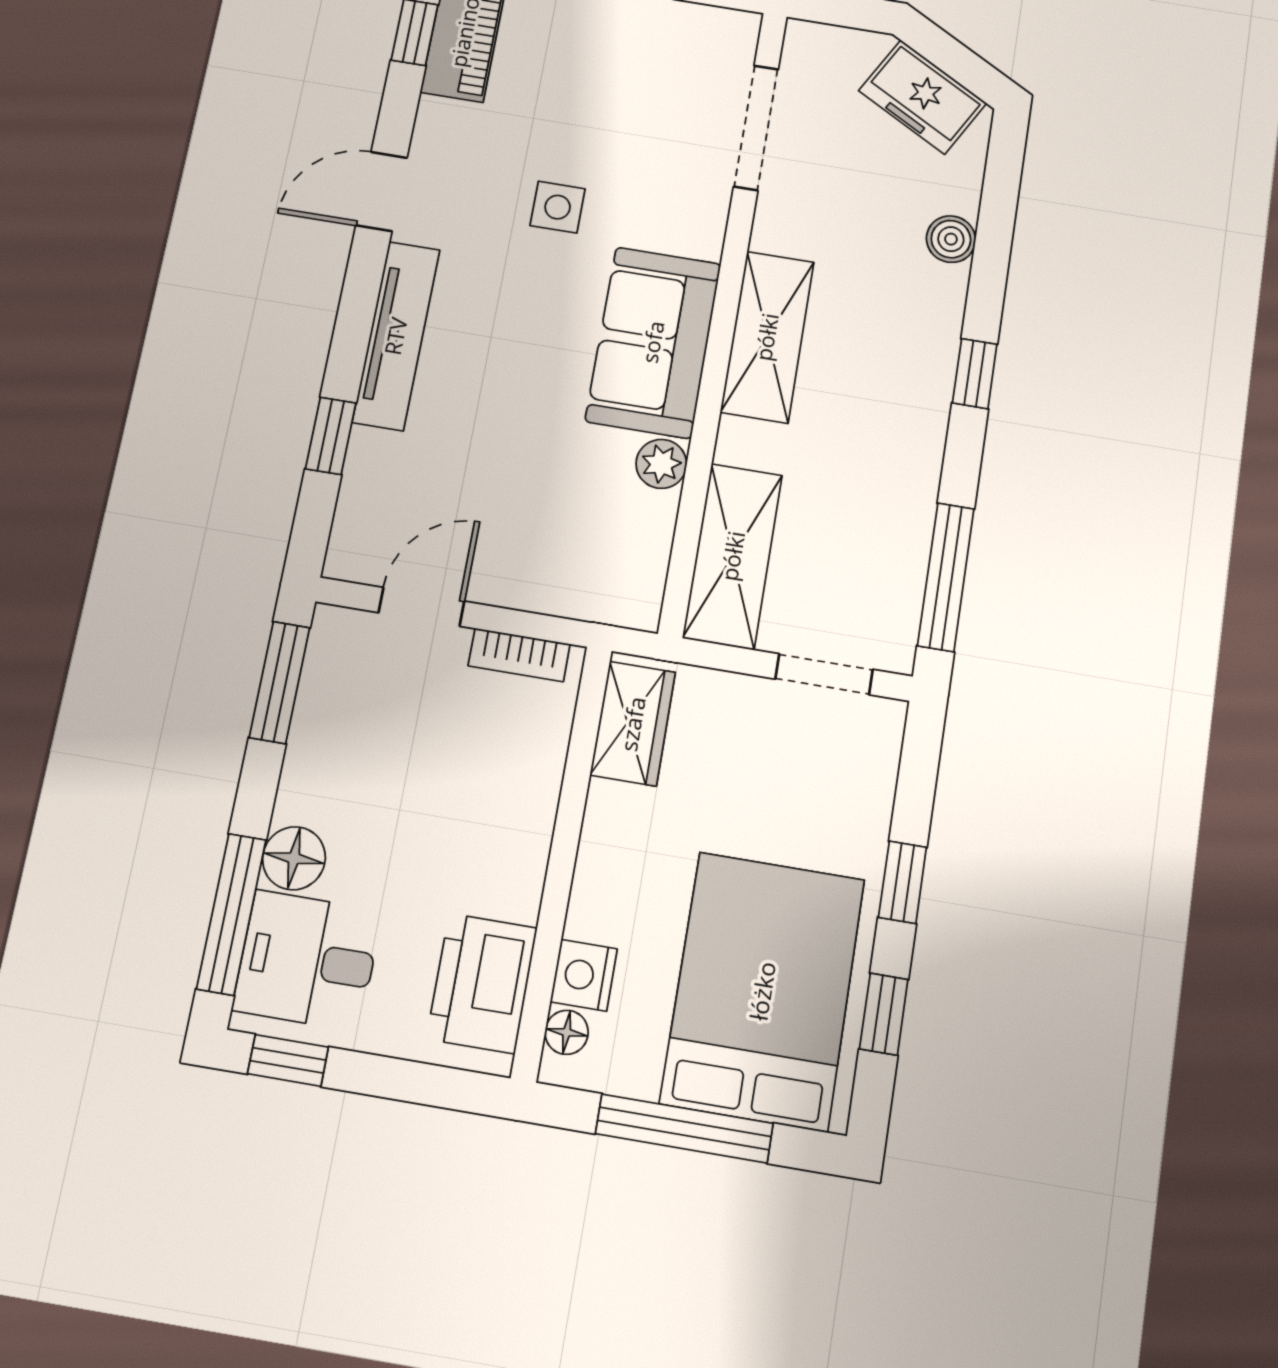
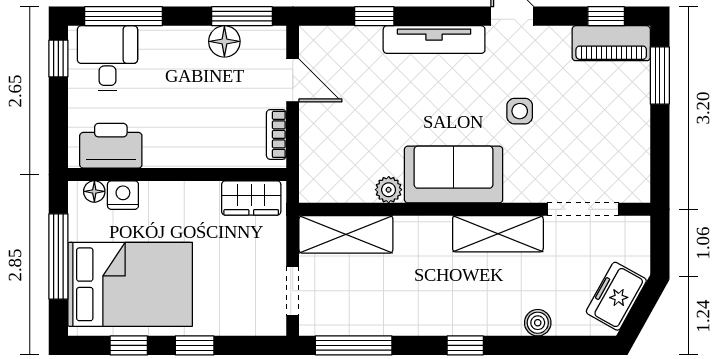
shelving: (767, 337) -> (498, 234), moved
floor lamp: (294, 858) -> (224, 41), moved

